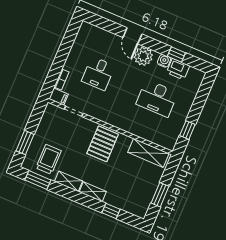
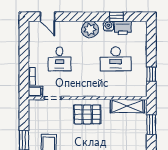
door: (132, 36) -> (47, 17), moved
pallet: (103, 144) -> (87, 114), turned 90
window: (160, 195) -> (151, 125), moved

